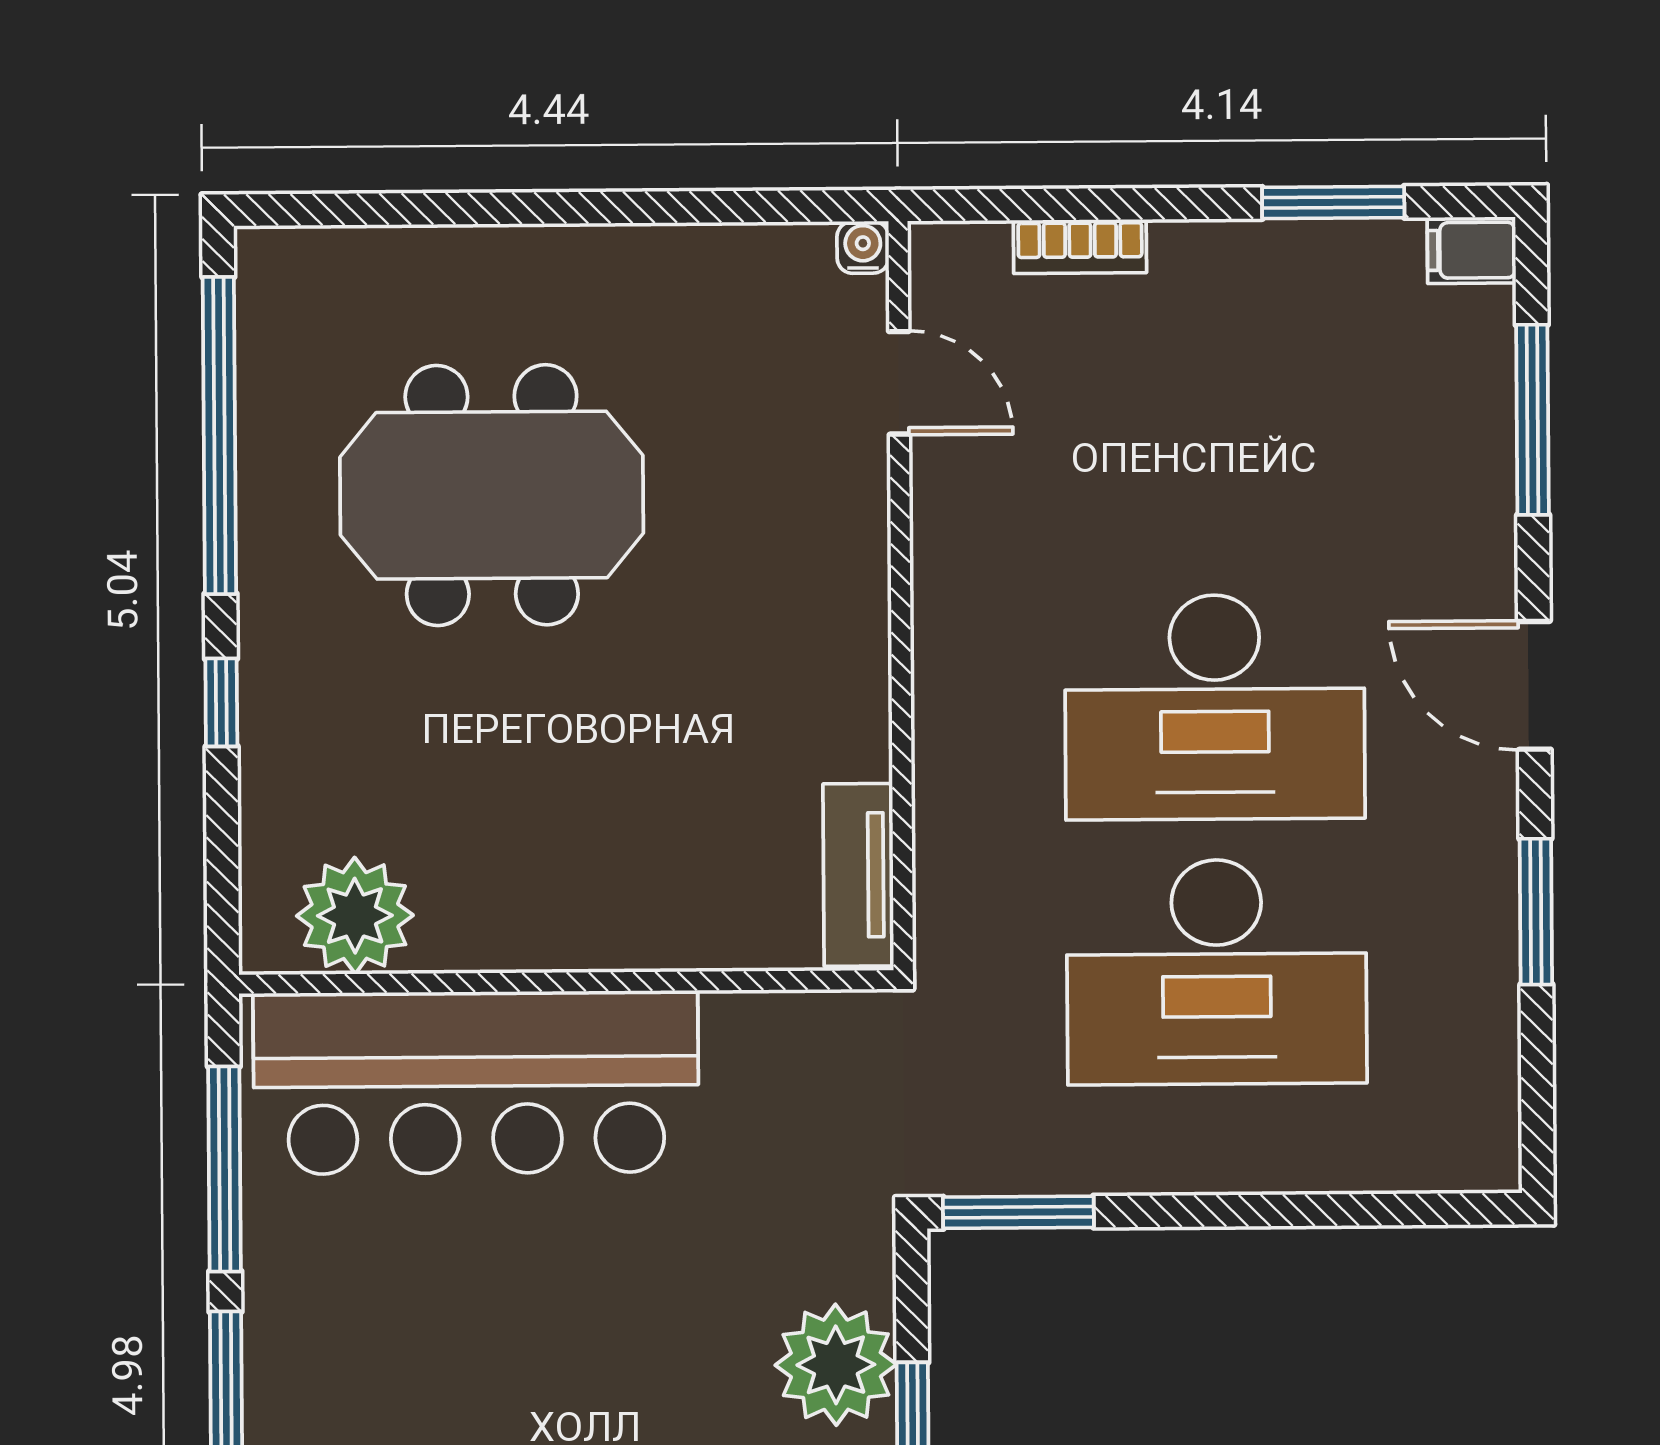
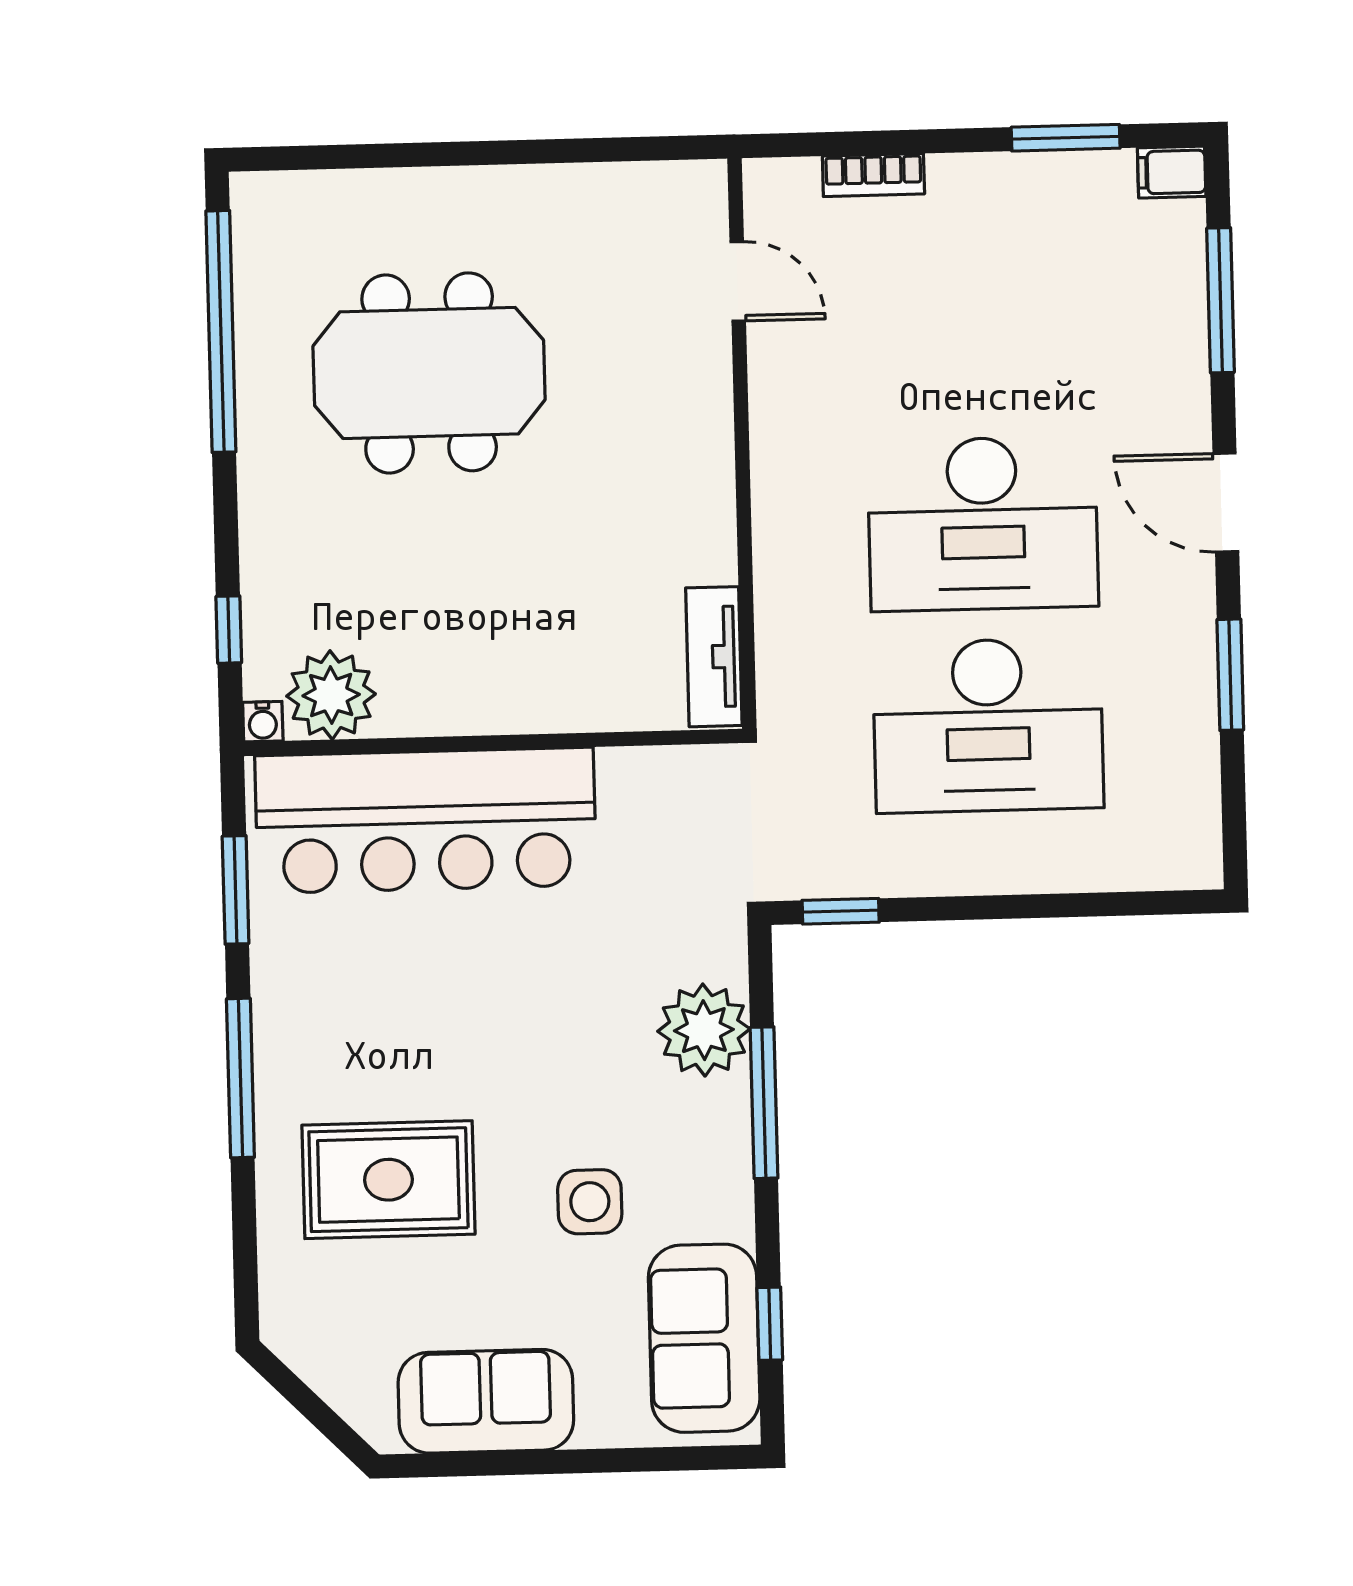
water cooler: (863, 247) -> (263, 722), moved, turned 180
window: (221, 702) -> (229, 630), moved
window: (225, 1169) -> (236, 890), width x0.69
window: (1018, 1212) -> (841, 911), width x0.67

